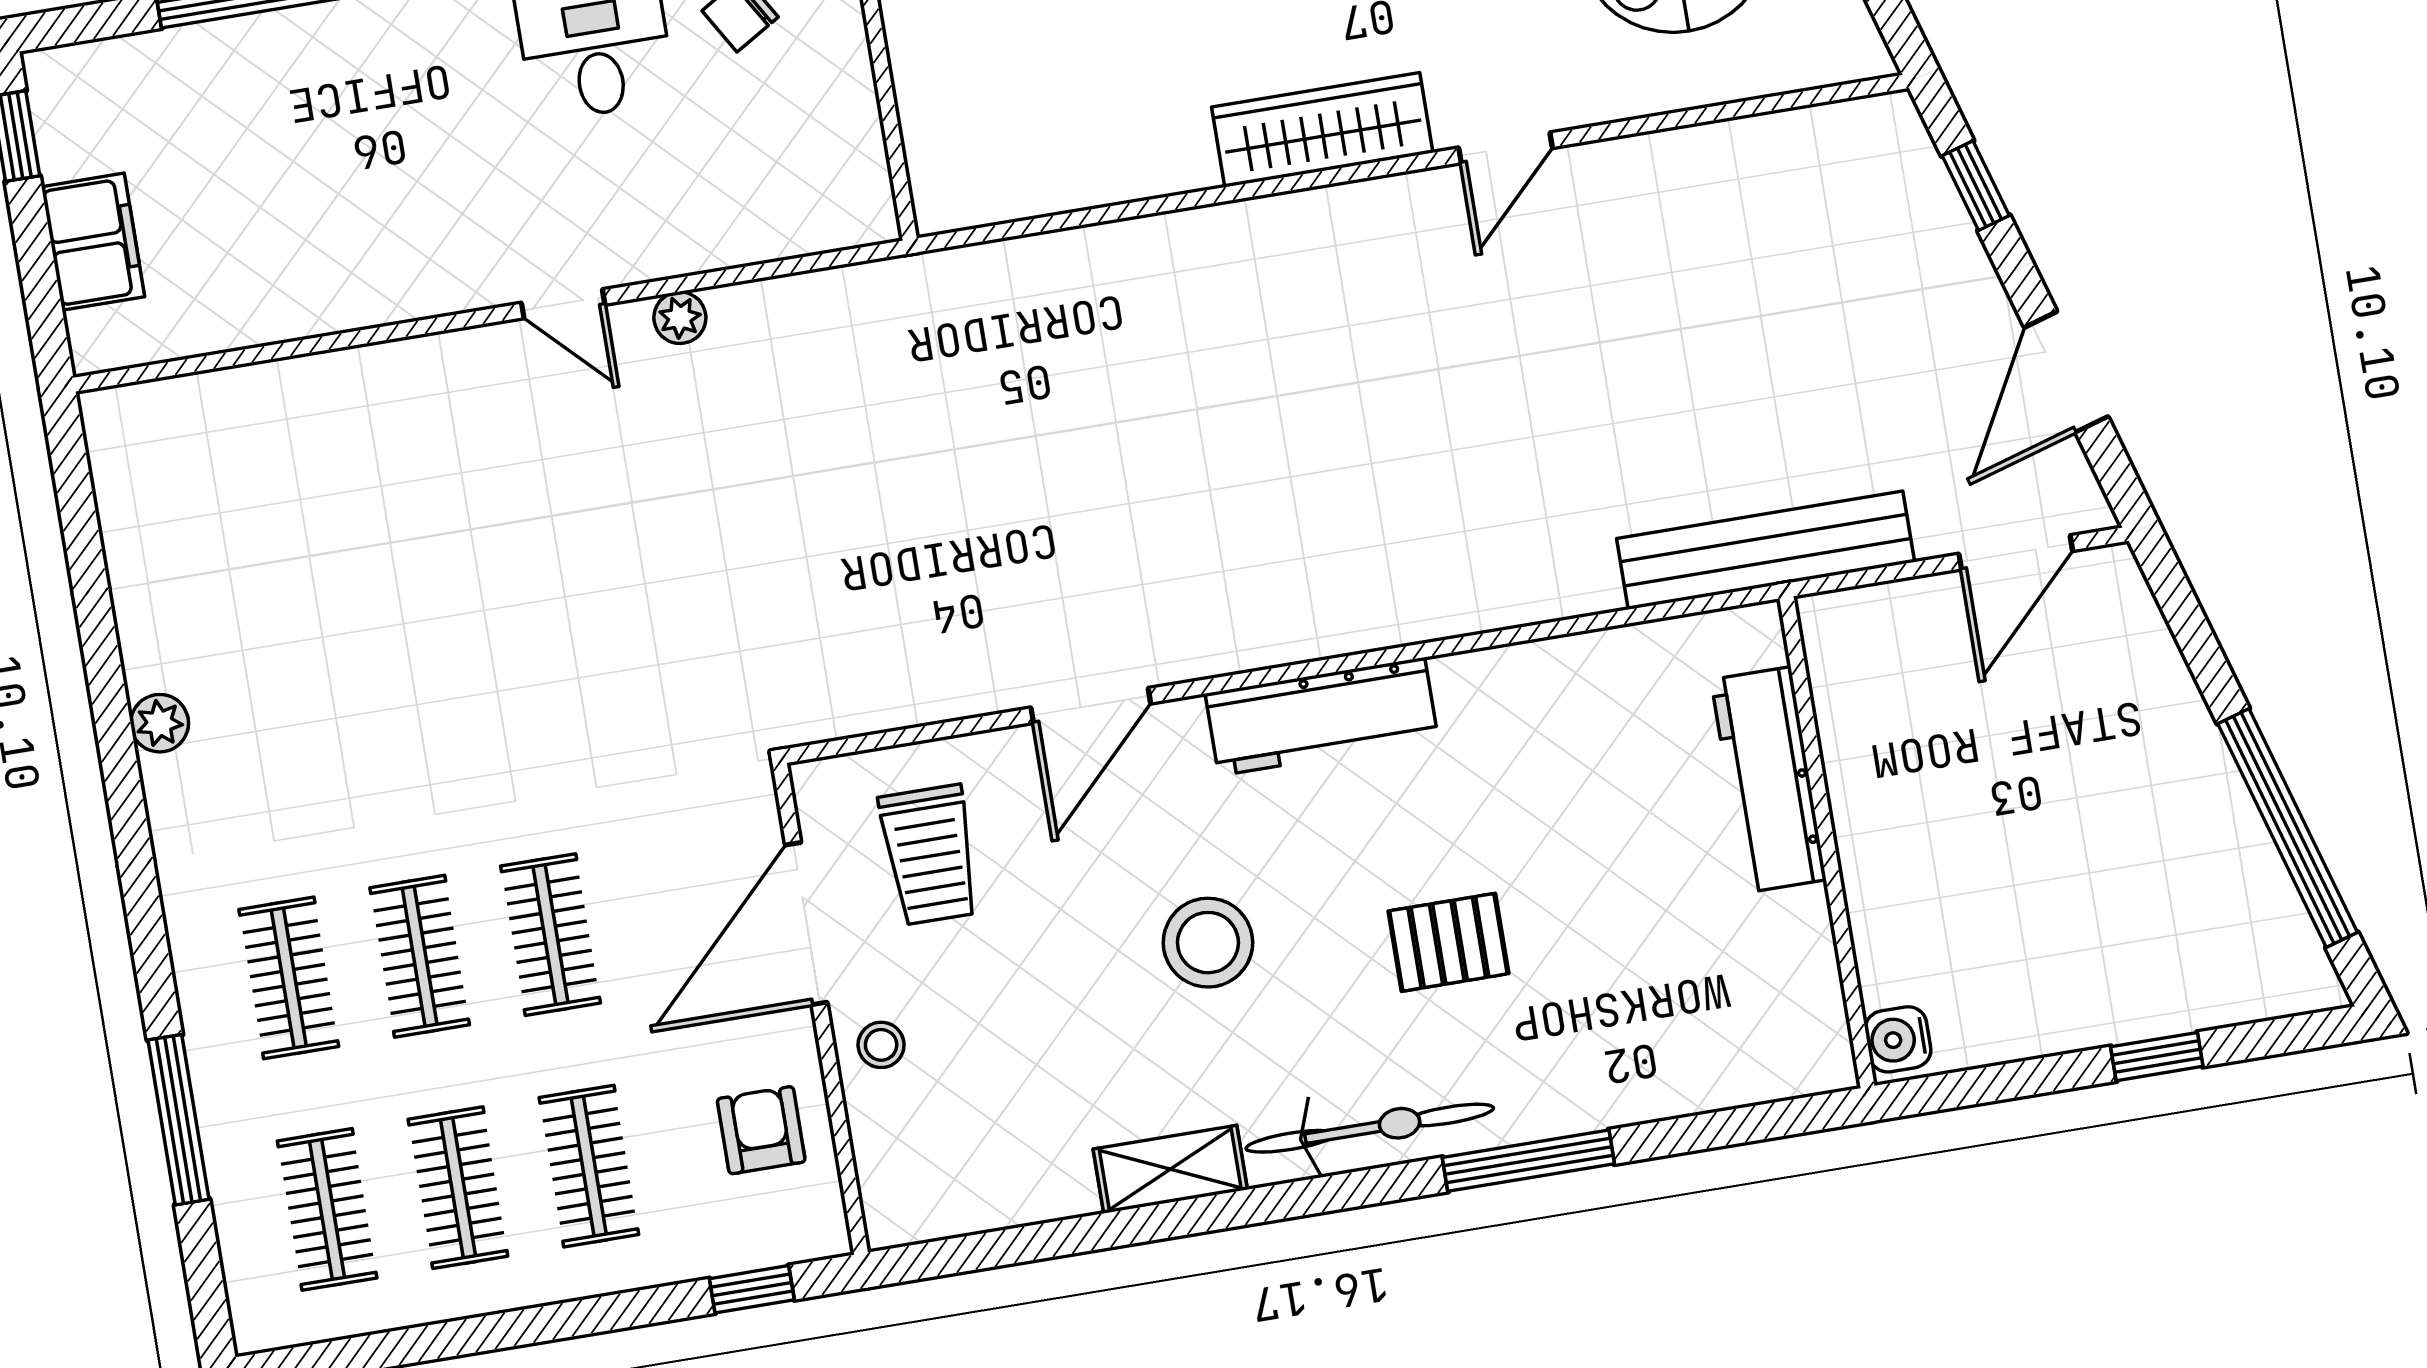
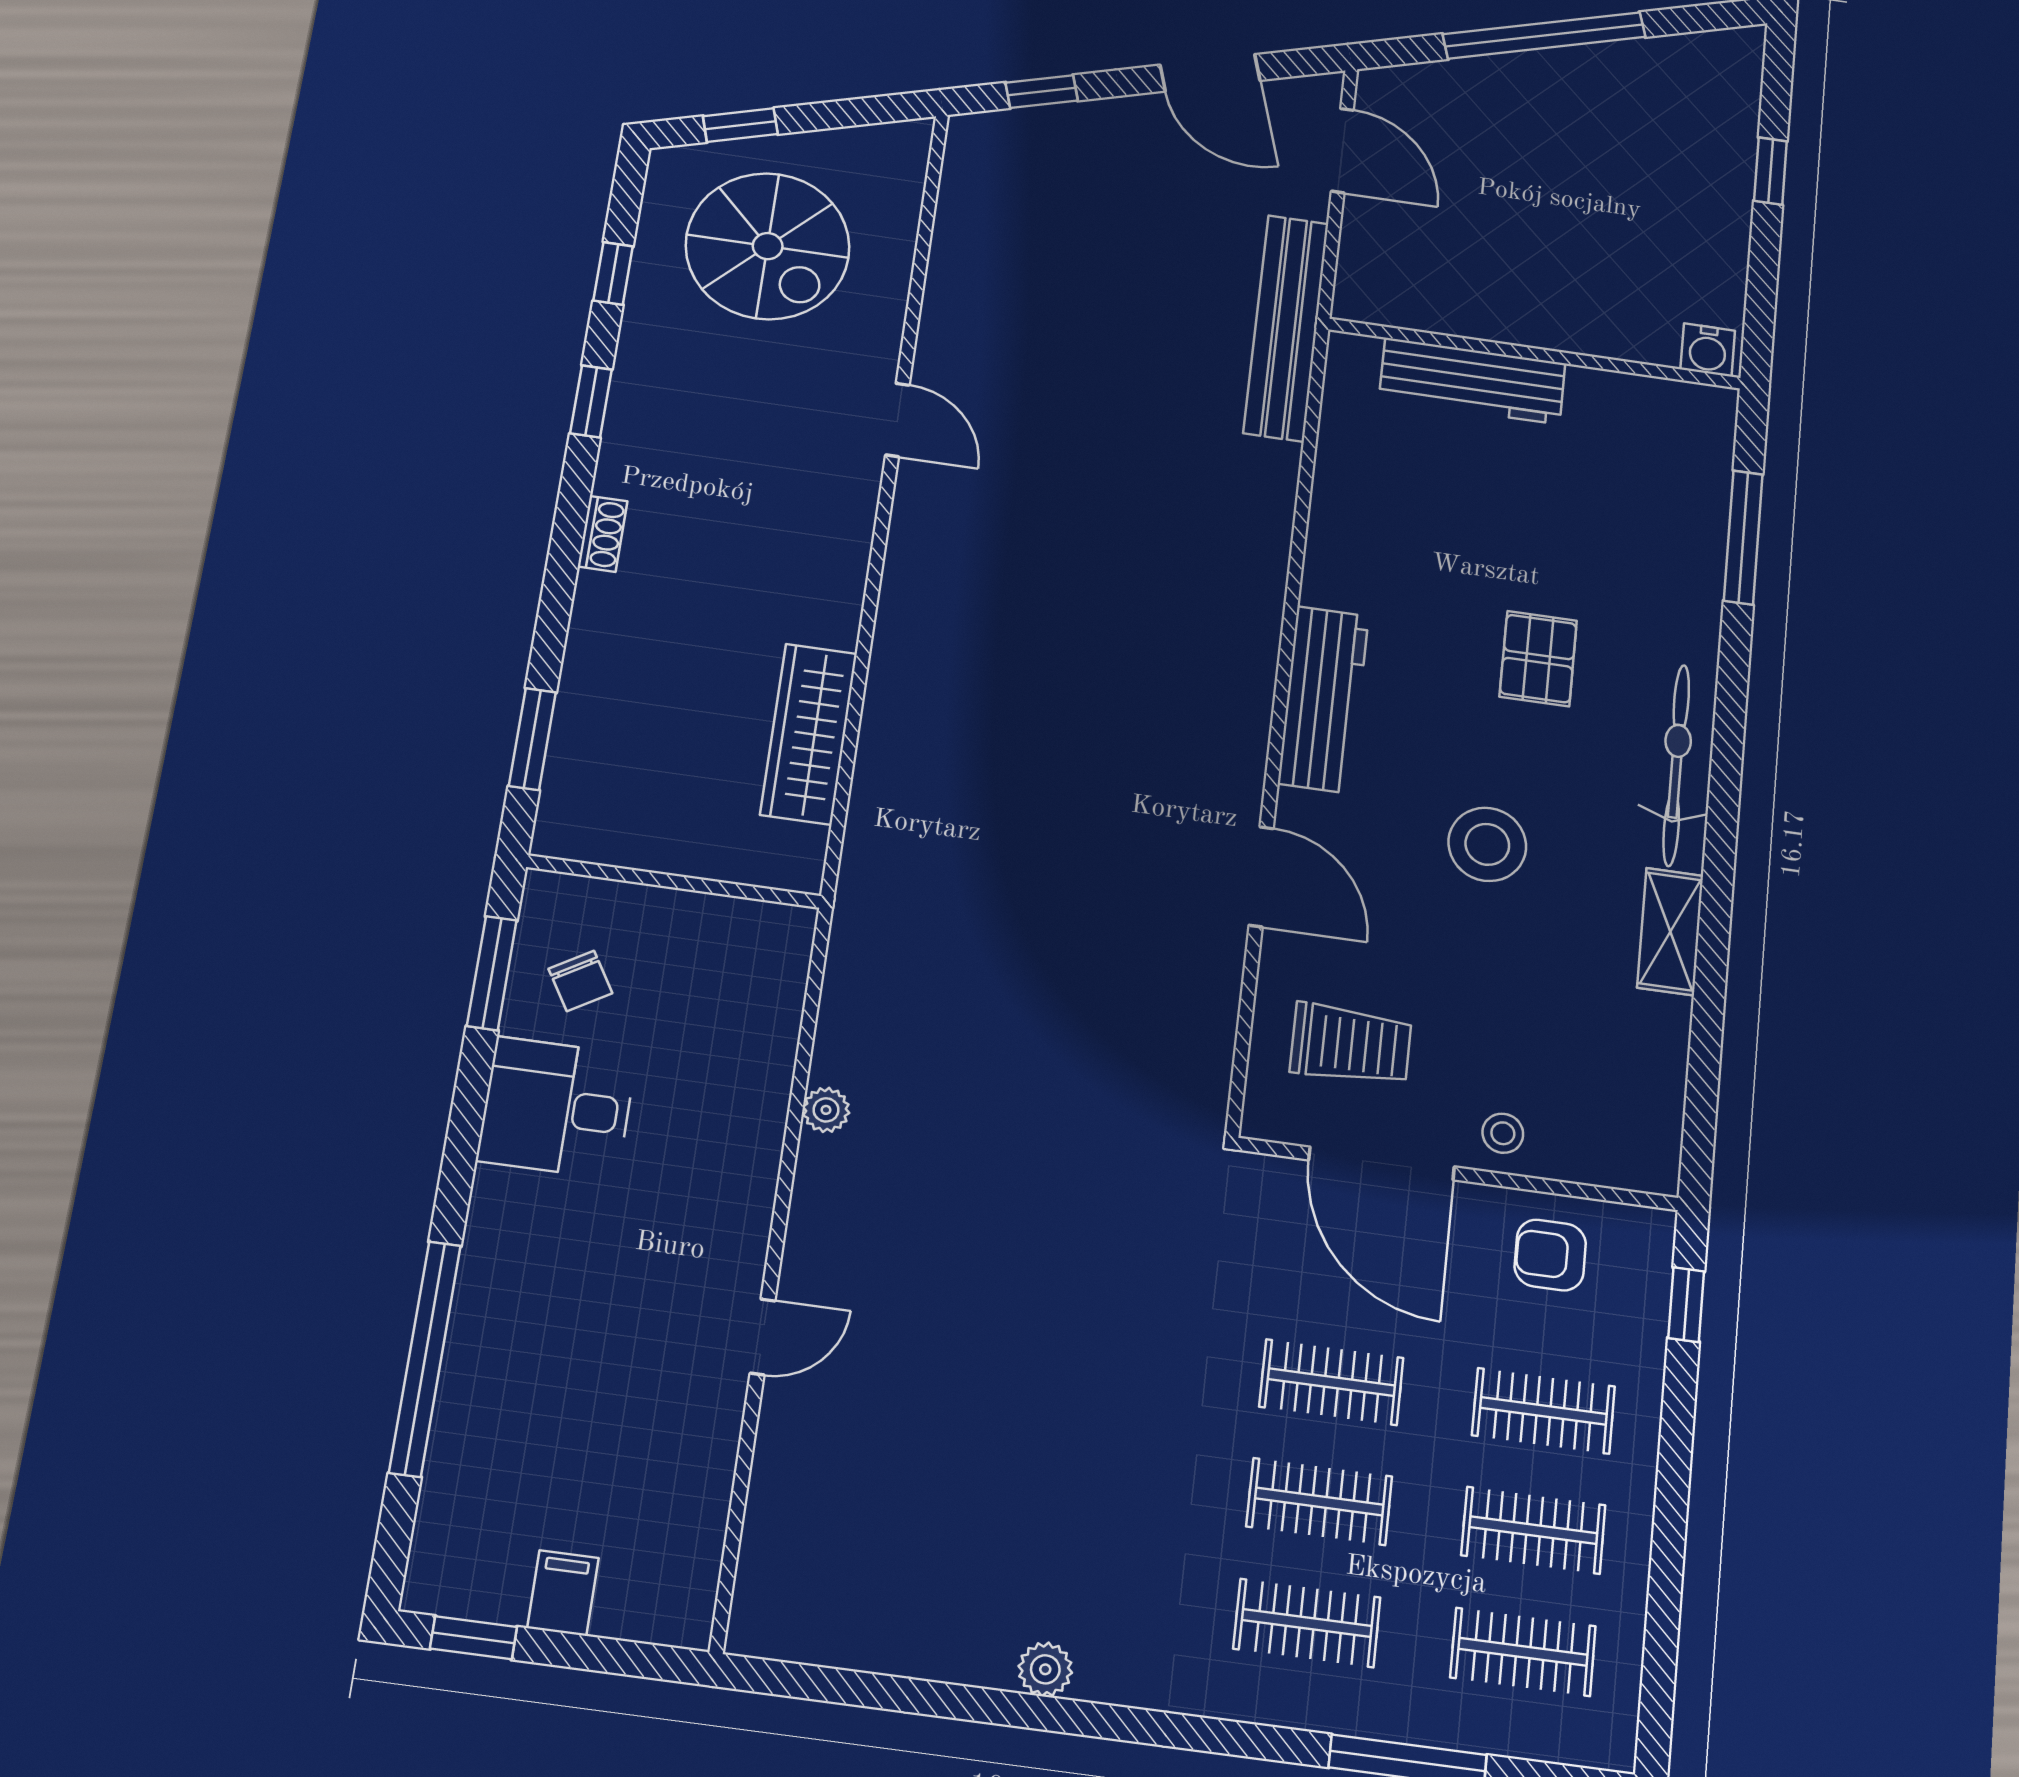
wardrobe: (1322, 130) -> (809, 734), moved
filing cabinet: (93, 242) -> (563, 1593), width x0.50
door: (563, 304) -> (763, 1337), moved
window: (2288, 828) -> (1544, 36), moved
window: (1528, 1161) -> (1743, 537), moved

